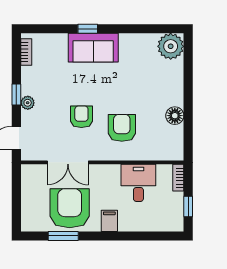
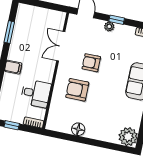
armchair: (81, 117) -> (91, 63), turned 180
armchair: (122, 128) -> (77, 90), turned 180
armchair: (70, 208) -> (28, 41), removed

